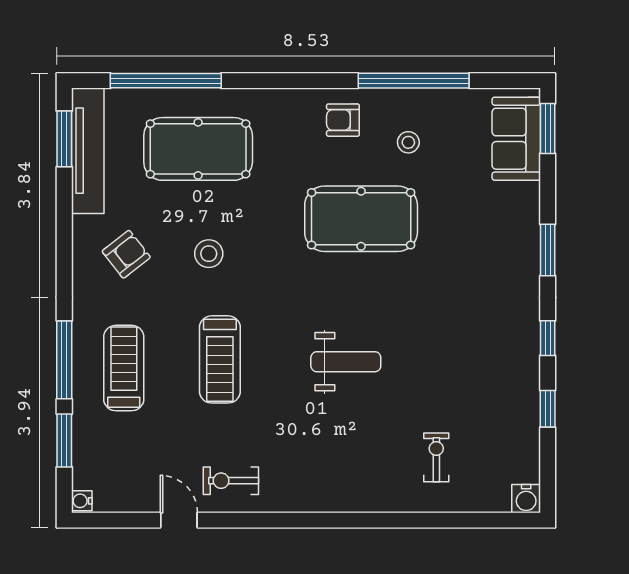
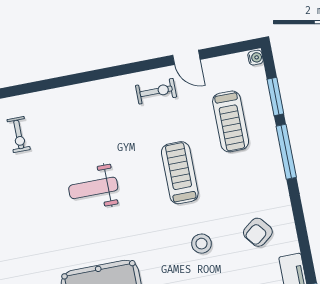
treadmill: (124, 368) -> (231, 121), moved

